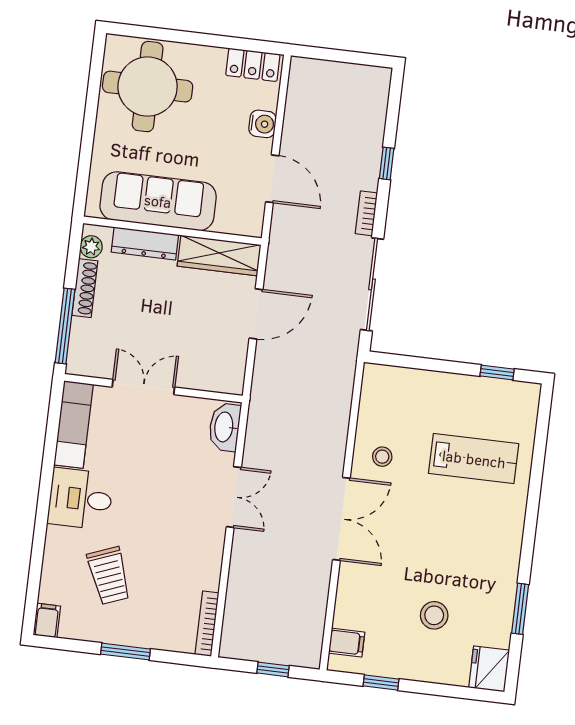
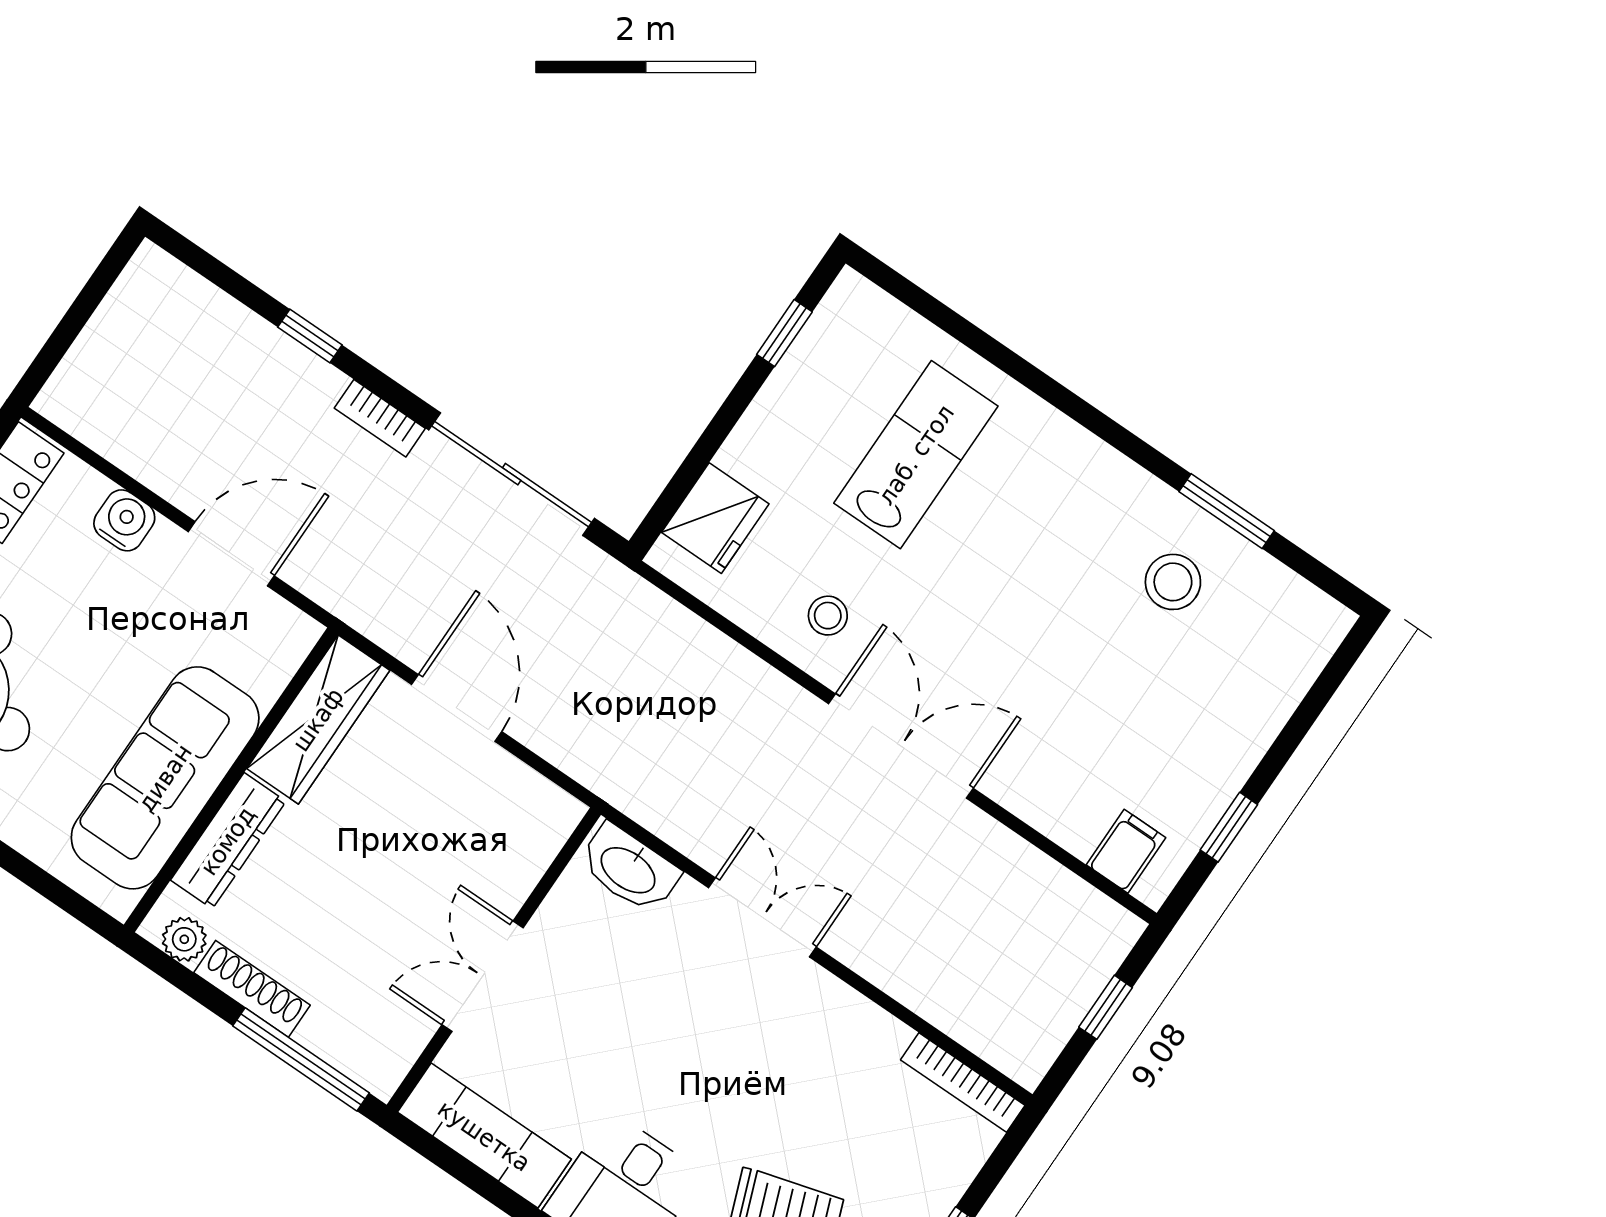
stool: (434, 615) -> (1173, 582), moved
fridge: (489, 669) -> (715, 518), moved, turned -90

